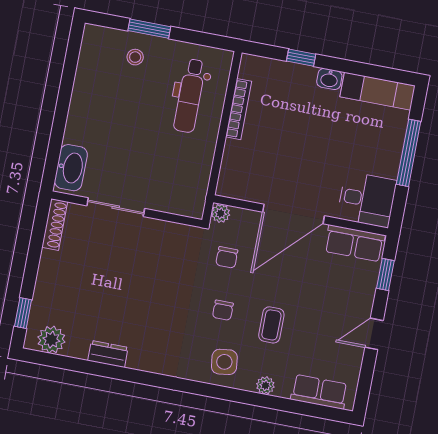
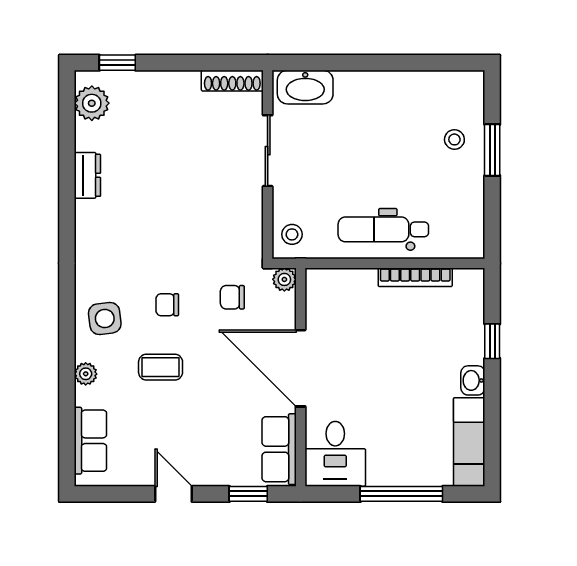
dental chair: (190, 96) -> (383, 229), moved
stool: (186, 200) -> (292, 234), added

